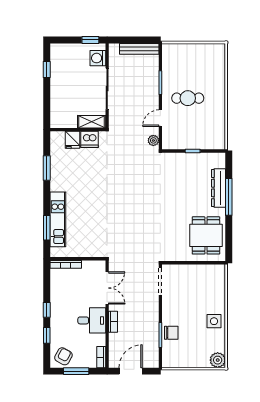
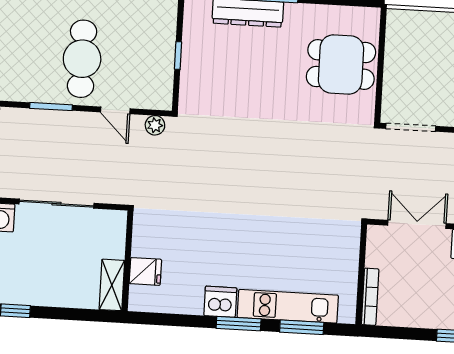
cafe table: (188, 98) -> (82, 59), width x1.37, depth x1.35
shelving: (92, 122) -> (112, 285), moved
dishwasher: (90, 139) -> (220, 302), moved, turned -90
window: (47, 168) -> (239, 324), moved
dining table: (206, 235) -> (341, 65), moved

